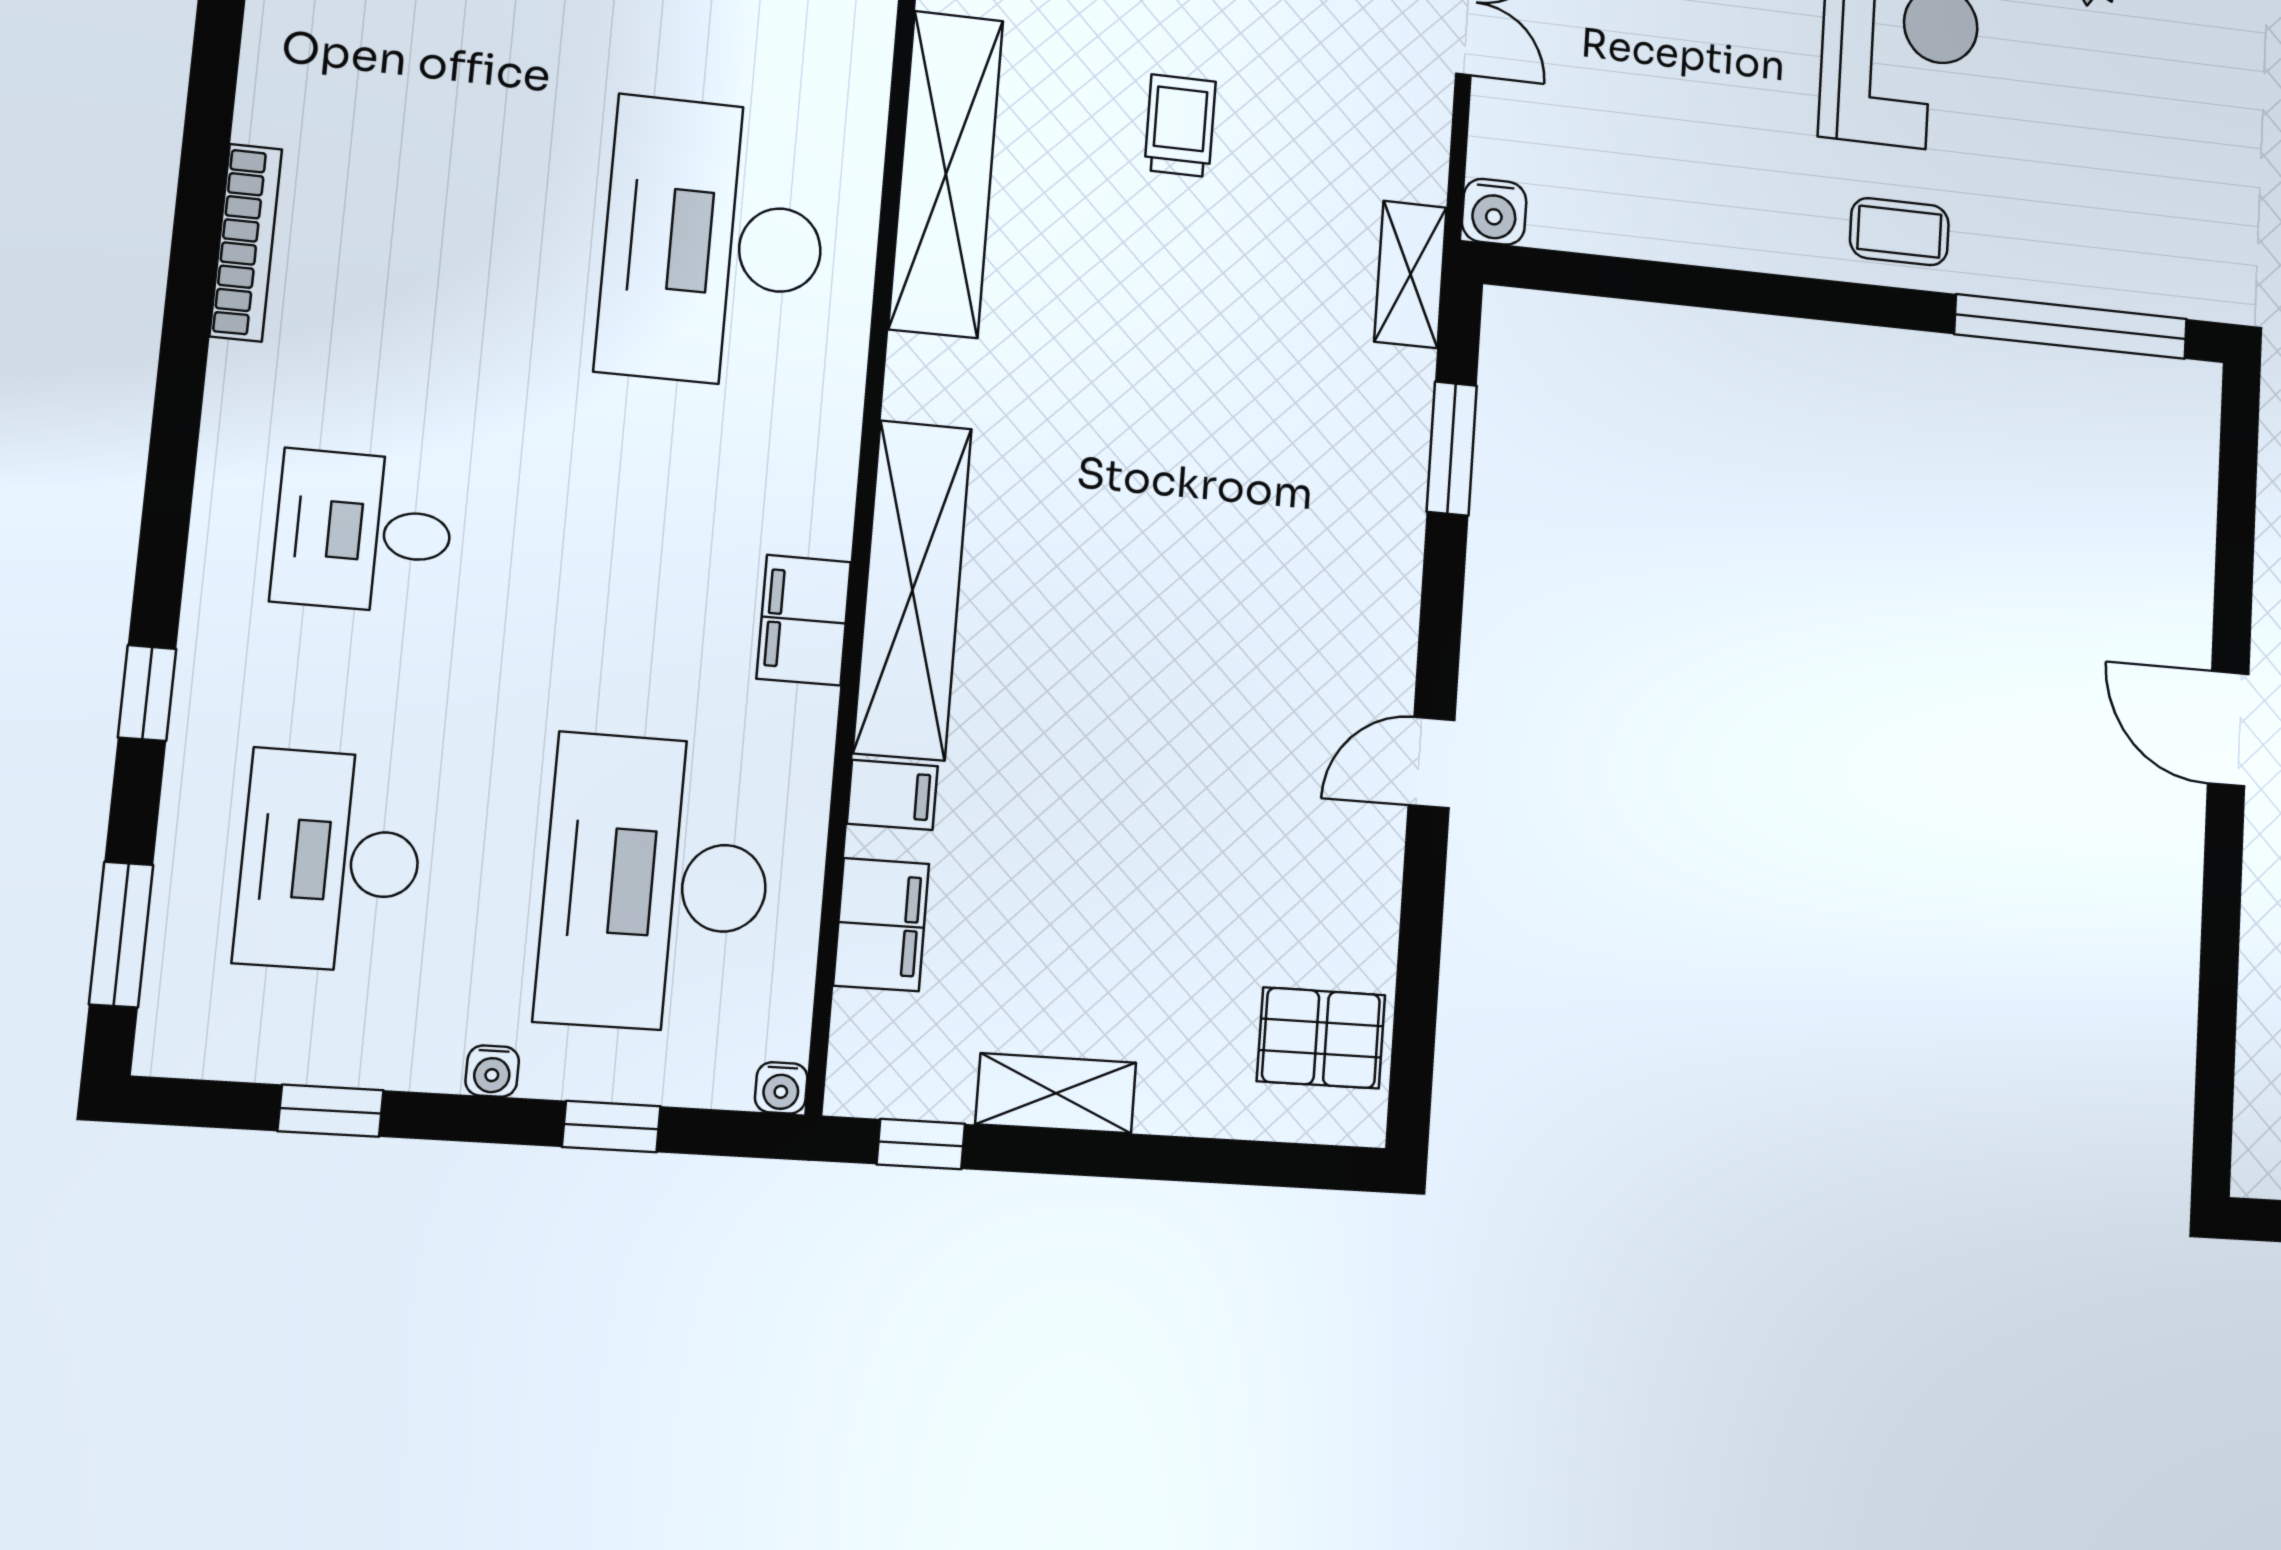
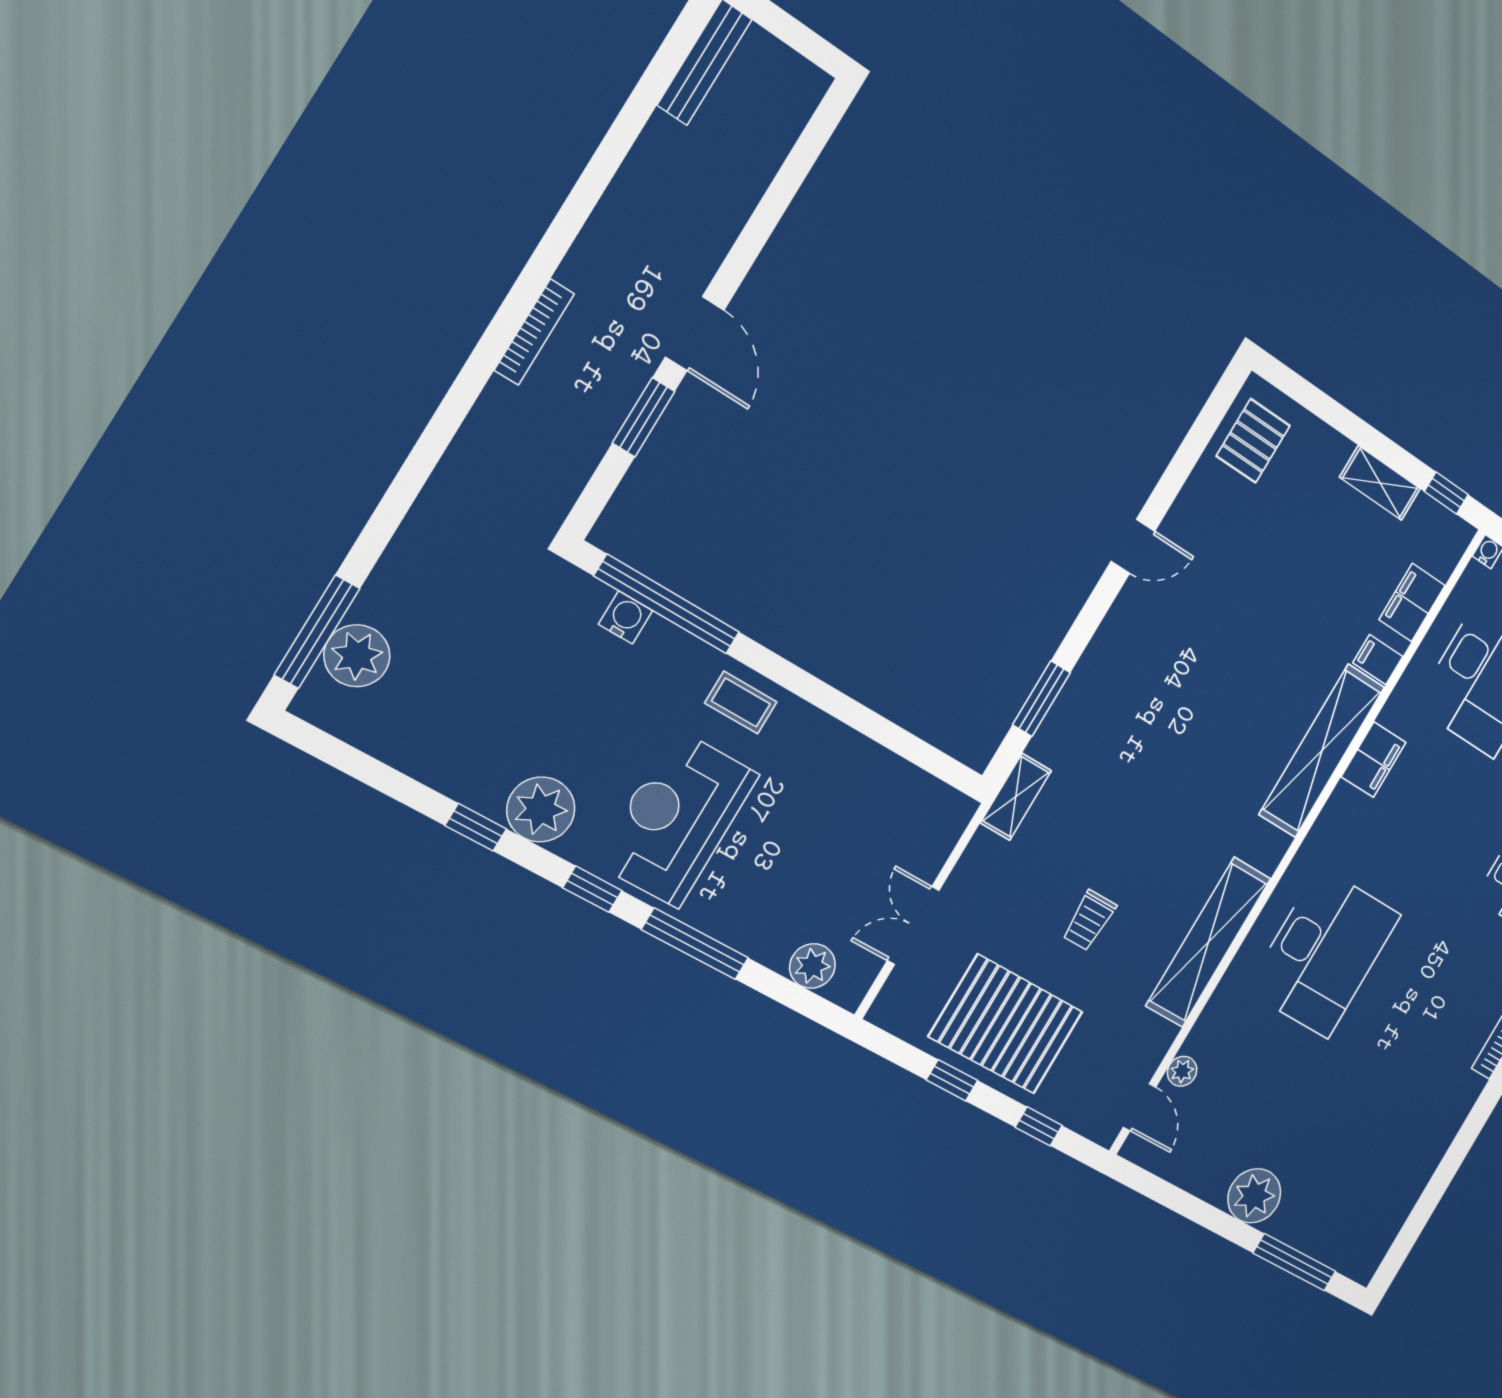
water cooler: (1494, 212) -> (625, 617), moved
window: (2234, 575) -> (644, 417), added
pallet: (1321, 1038) -> (1253, 441), turned 90

